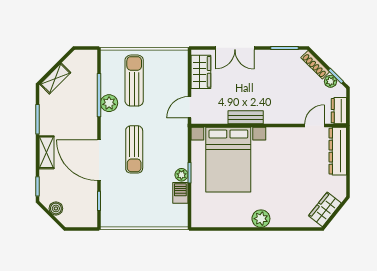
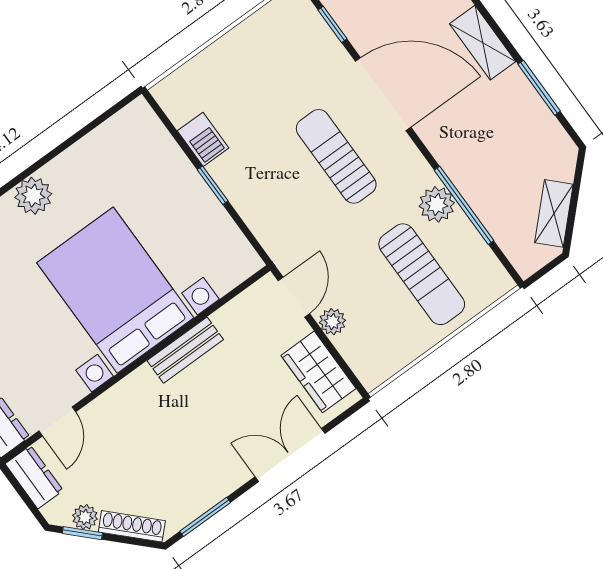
shelving: (55, 79) -> (554, 213), moved
bed with nightstands: (228, 160) -> (115, 290), moved
plant: (181, 175) -> (332, 322), moved

